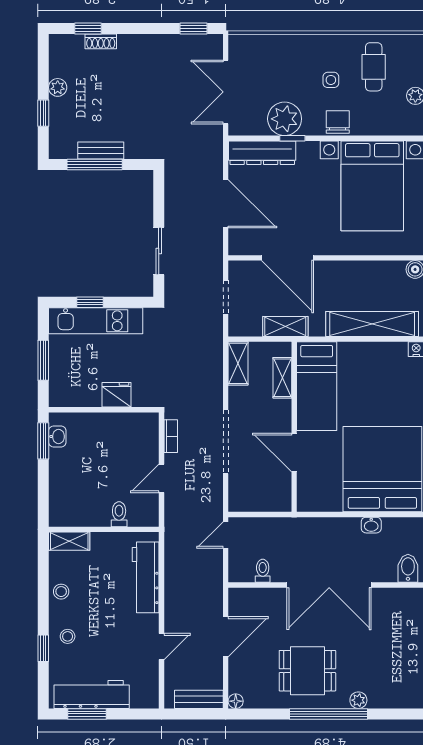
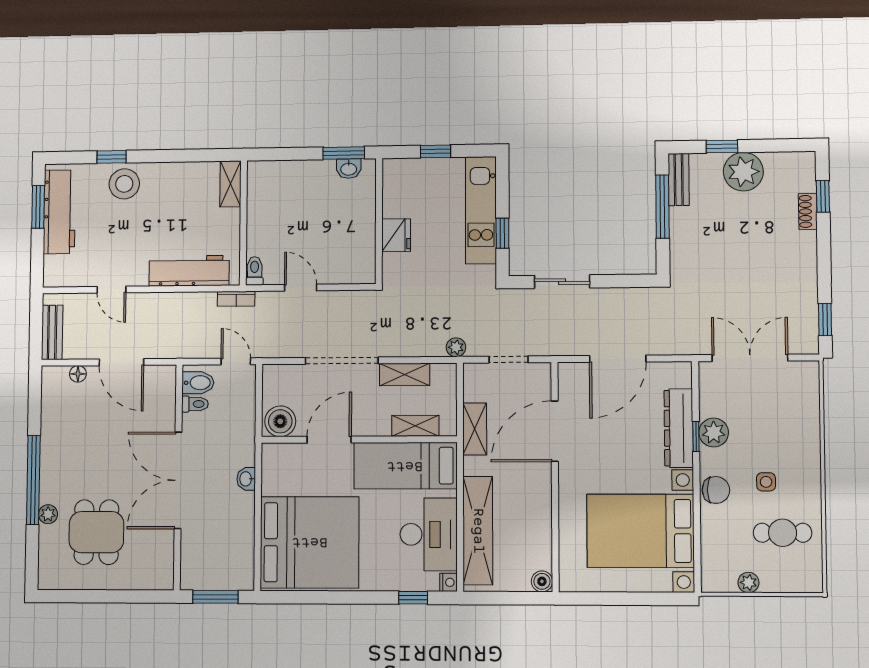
plant: (58, 87) -> (743, 172), width x1.88, depth x1.88
plant: (285, 119) -> (714, 433), width x0.73, depth x0.73
bench: (101, 150) -> (679, 179), moved
dresser: (262, 153) -> (679, 428), moved
window: (90, 302) -> (502, 233), moved
plant: (215, 343) -> (456, 347), added
window: (43, 360) -> (435, 151), width x0.67
shelving: (238, 363) -> (405, 374), moved
desk: (375, 366) -> (429, 534), added
bookcase: (171, 436) -> (236, 299), moved
boiler: (278, 495) -> (280, 421), added
toilet: (119, 514) -> (255, 271), moved, turned -90
washbasin: (371, 525) -> (246, 479), moved
bidet: (408, 568) -> (198, 383), moved
stool: (61, 592) -> (174, 176), removed
stool: (68, 636) -> (124, 184), width x1.89, depth x1.89
dining table: (307, 671) -> (96, 532), moved
floor lamp: (236, 701) -> (78, 374), moved

